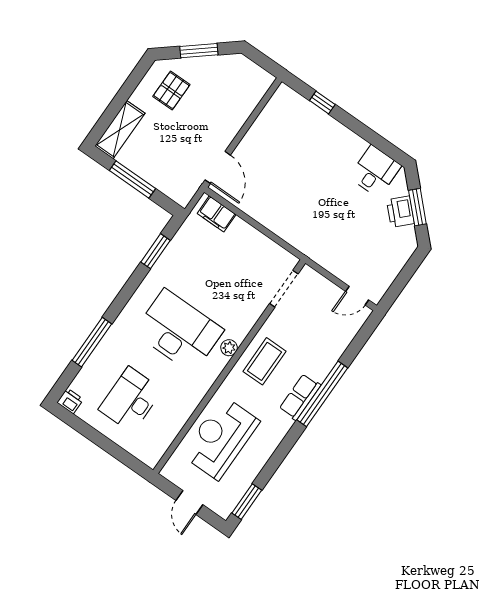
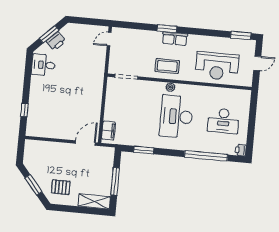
door: (357, 296) -> (109, 39), swing flipped
window: (92, 342) -> (206, 156), width x1.46
window: (322, 394) -> (167, 29), width x0.47

